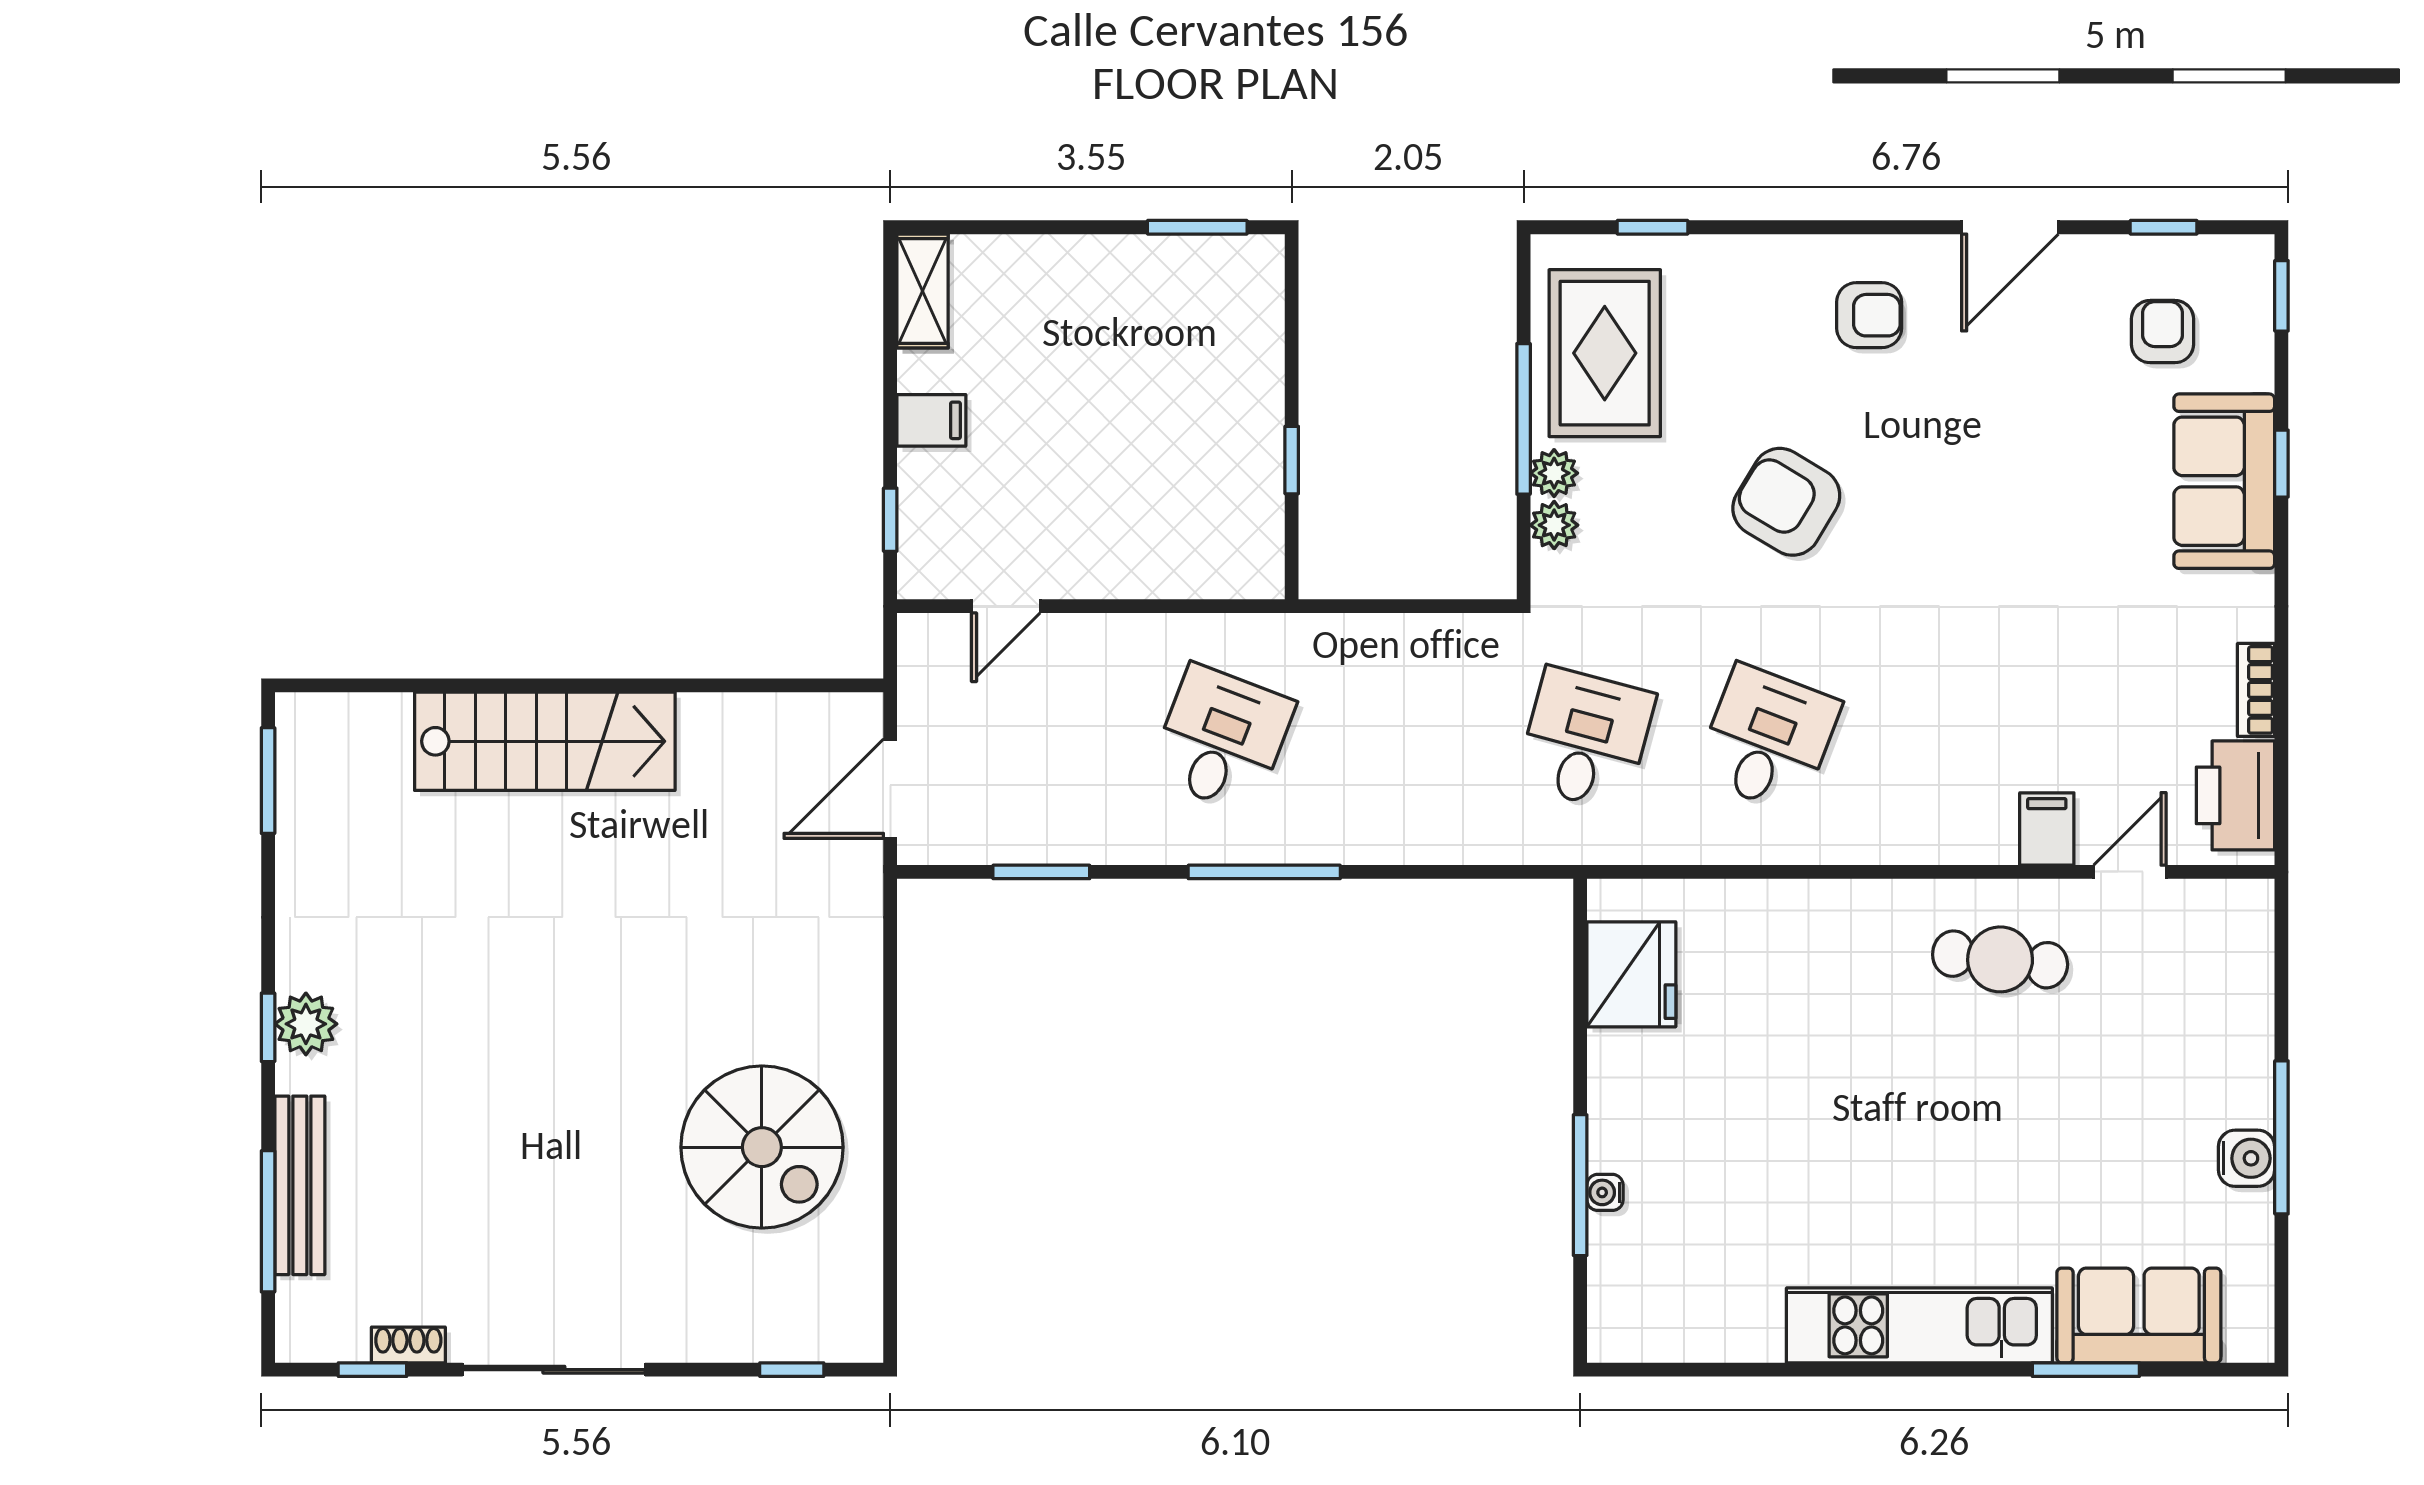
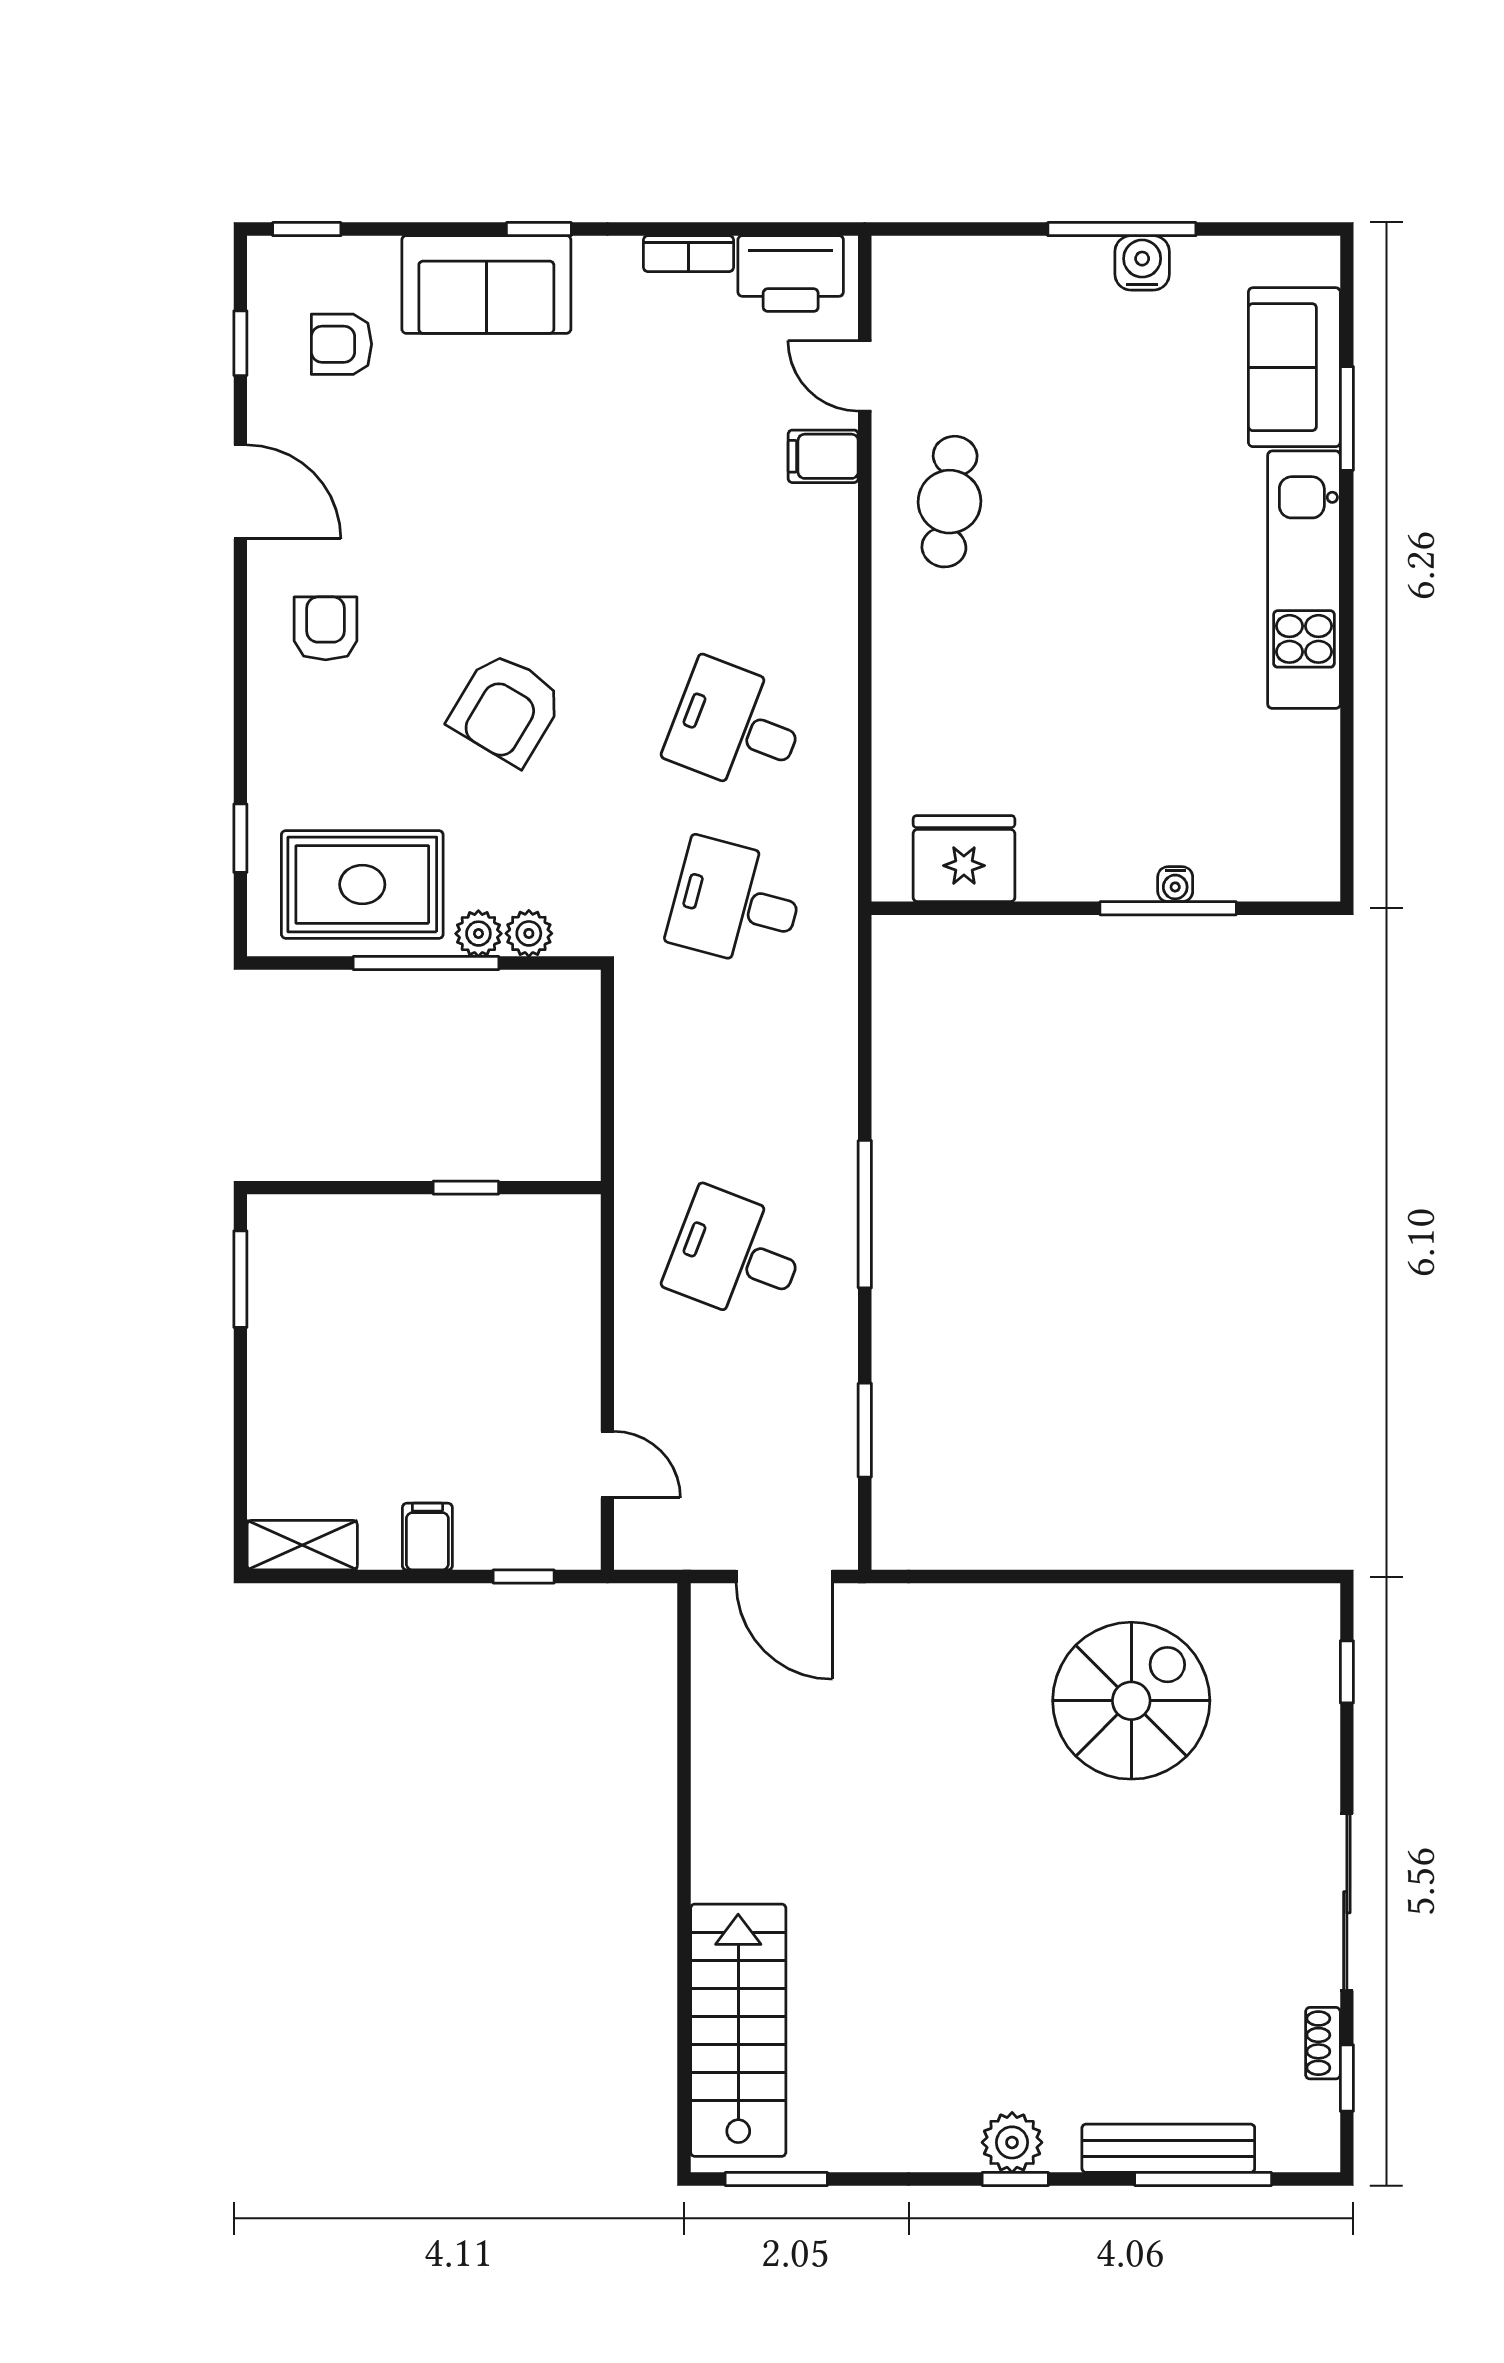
window: (2281, 464) -> (539, 229), moved
stairs: (545, 741) -> (738, 2030), moved

